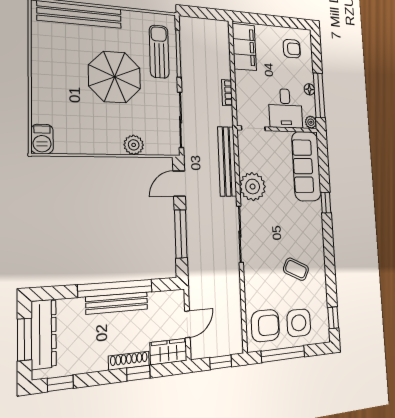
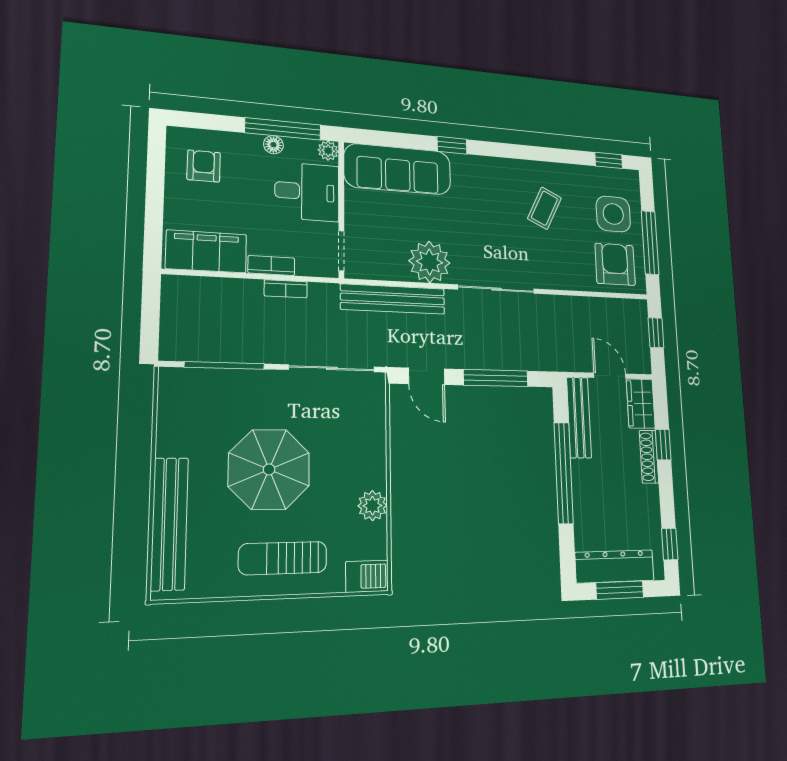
sun lounger: (159, 52) -> (283, 558), moved
bookcase: (240, 85) -> (271, 266), added
plant: (134, 145) -> (372, 506), moved
bench: (117, 303) -> (579, 417), moved

